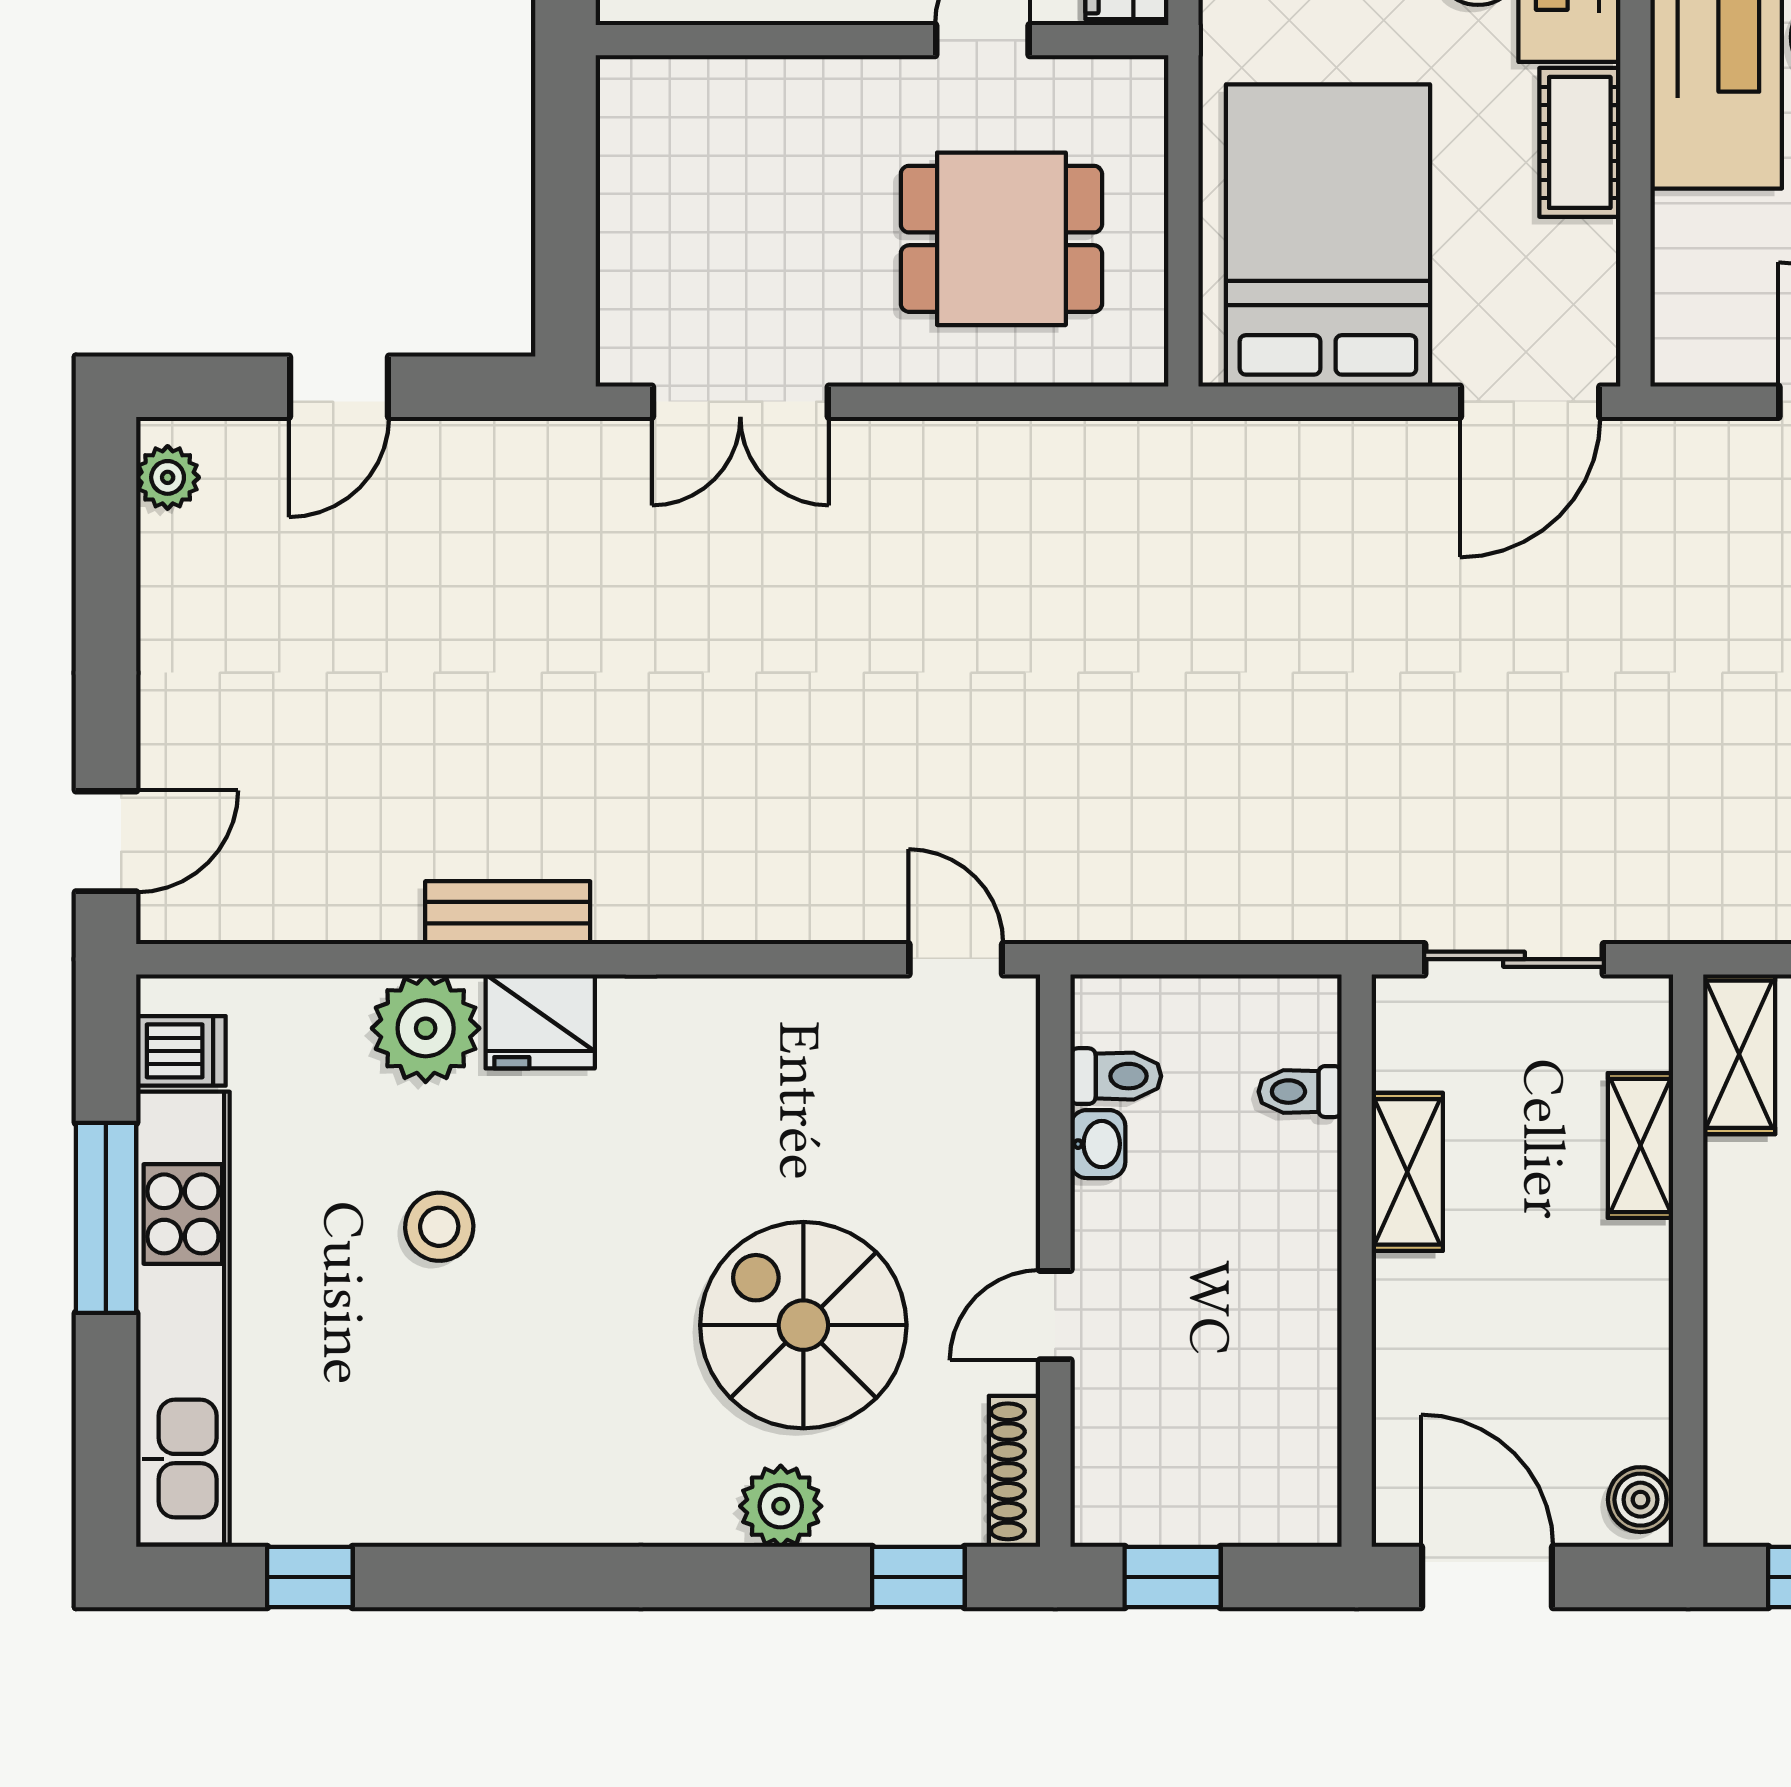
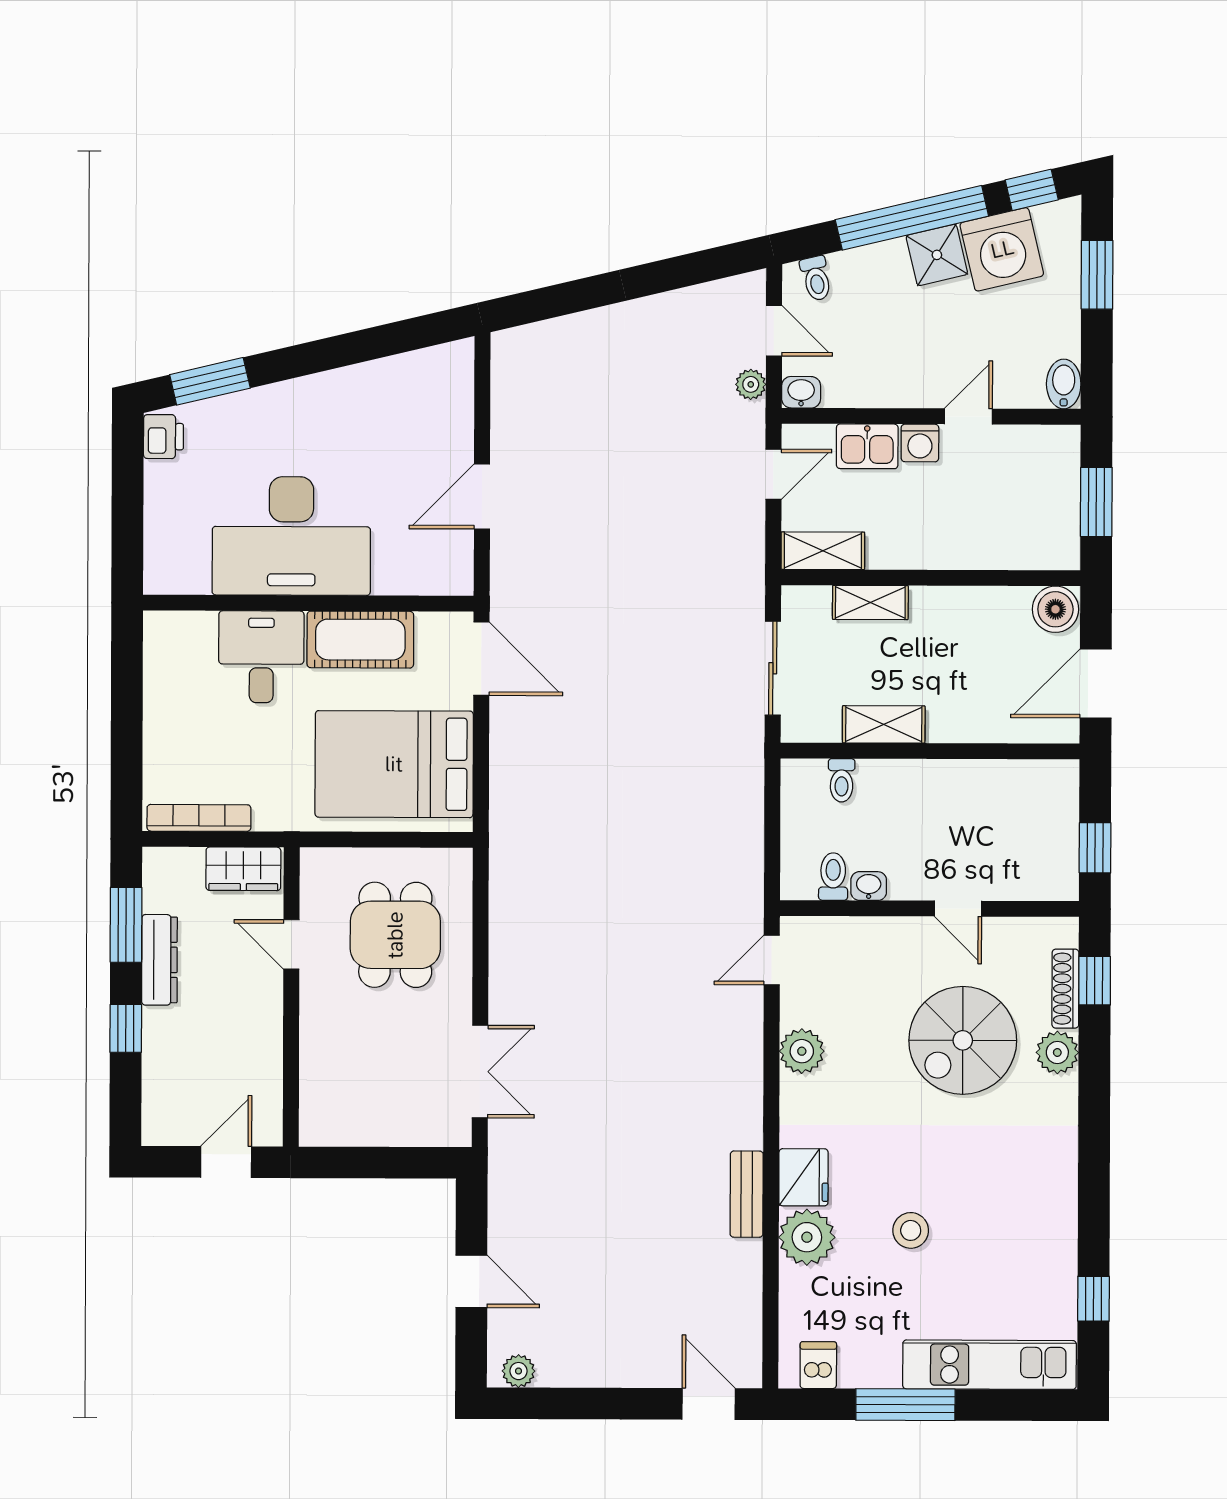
cot: (1580, 142) -> (360, 640), width x1.37, depth x1.34
plant: (782, 1017) -> (802, 1051), added
kitchen unit: (183, 1318) -> (990, 1365), width x0.73
shoe rack: (1014, 1471) -> (1065, 989), moved, turned 90
boiler: (1641, 1500) -> (1055, 609), width x1.36, depth x1.36

